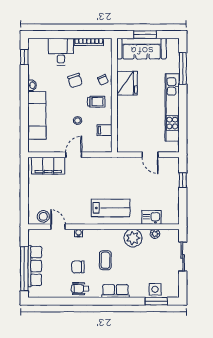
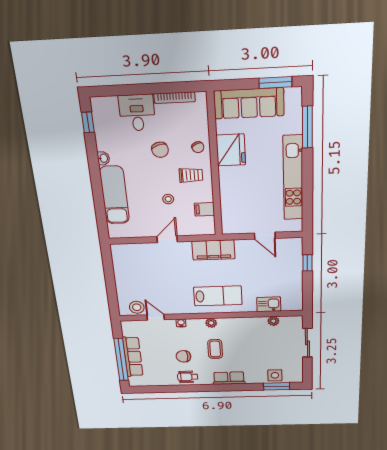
window: (145, 35) -> (275, 83), moved
filing cabinet: (48, 166) -> (213, 250), moved
plant: (133, 238) -> (211, 323), moved, width x0.53, depth x0.53

